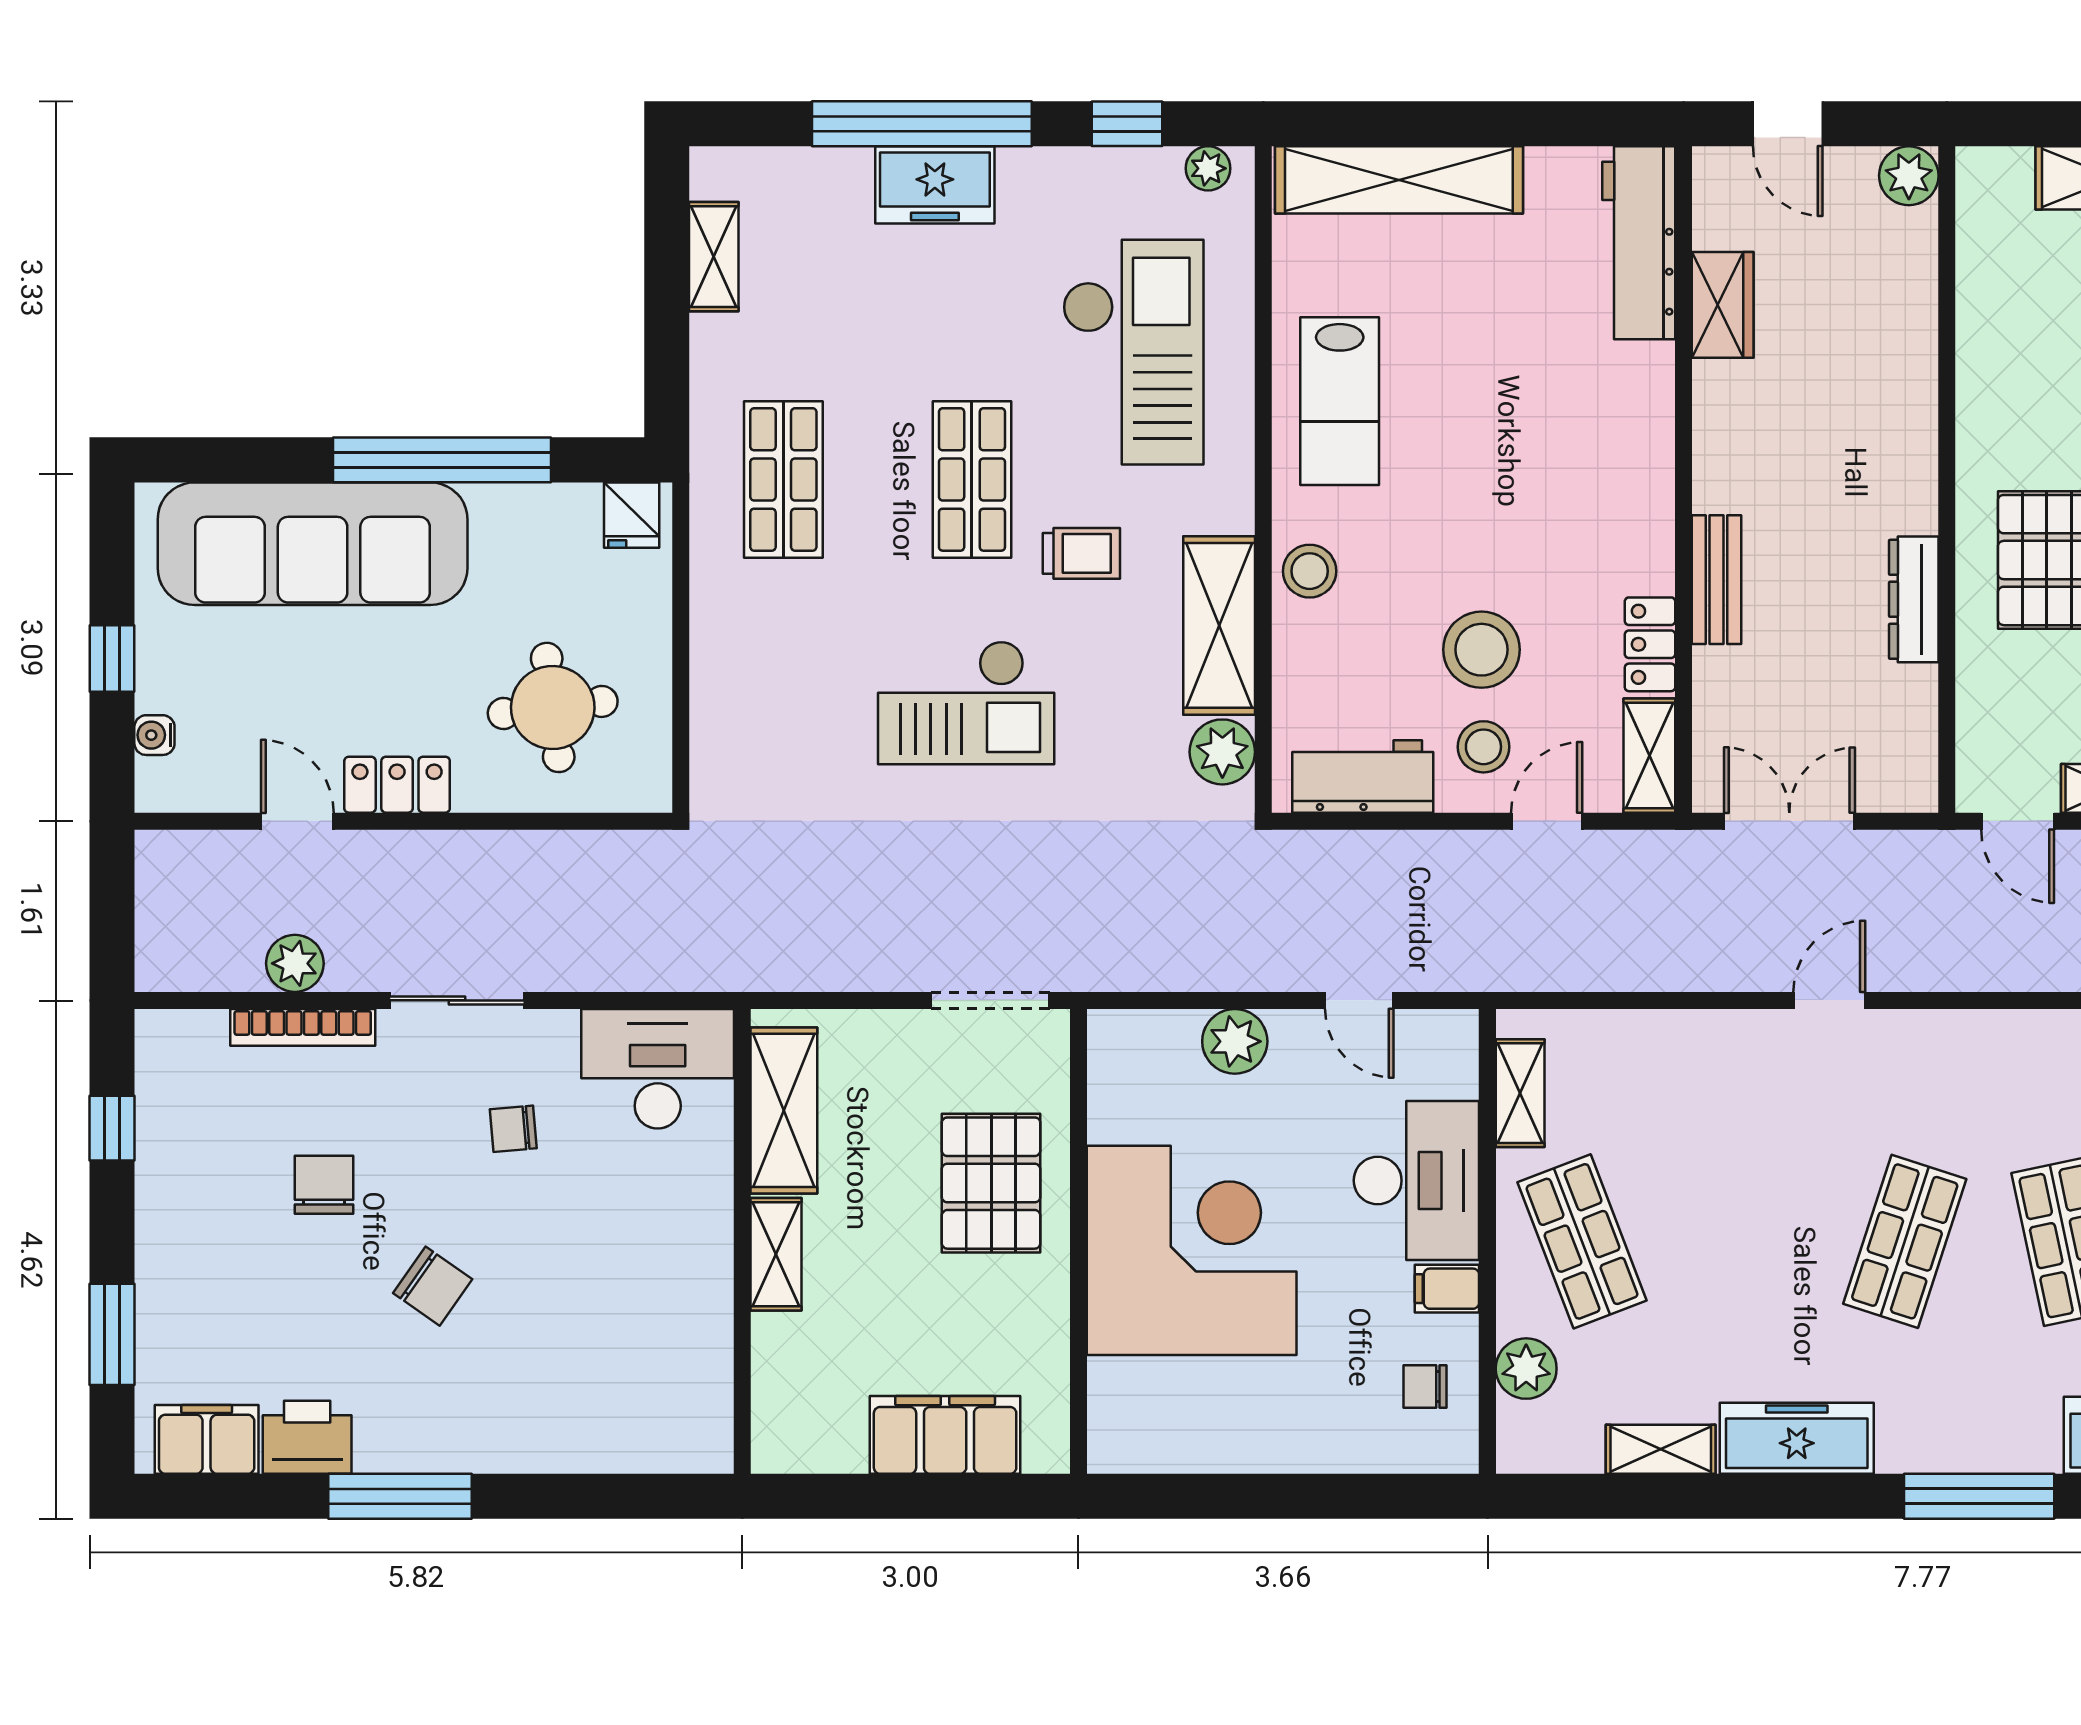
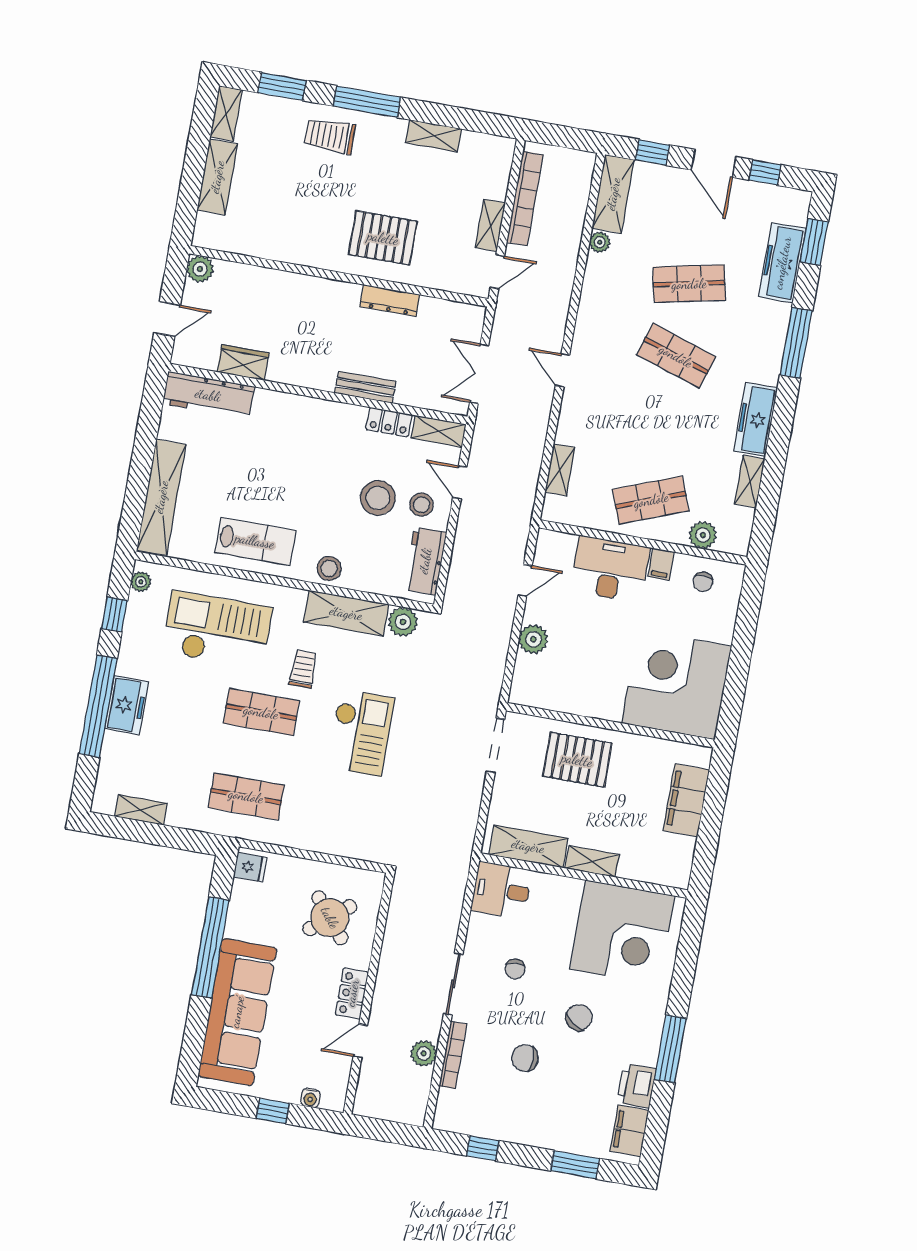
round table: (553, 707) -> (330, 918), turned -32
desk: (658, 1069) -> (501, 890), width x0.73
shelving: (1520, 1093) -> (560, 470), moved, turned 90
corner desk: (1192, 1250) -> (677, 685), moved
corner desk: (634, 1347) -> (622, 932), added

